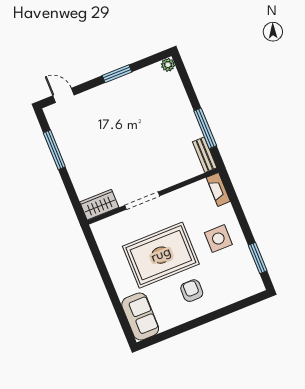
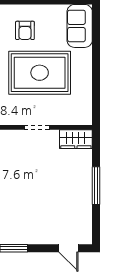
window: (54, 150) -> (96, 186), moved
doorway: (142, 201) -> (37, 127), width x0.73

